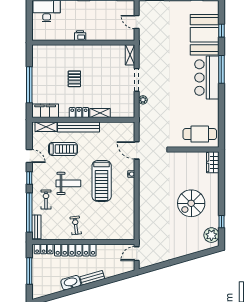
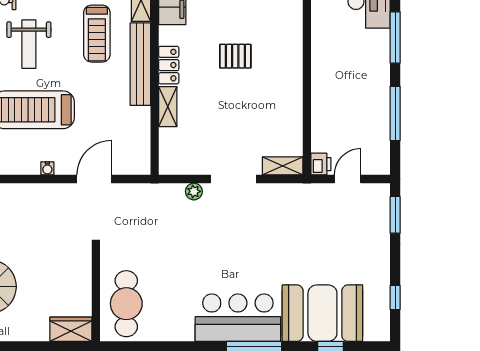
printer: (80, 36) -> (321, 164), moved

